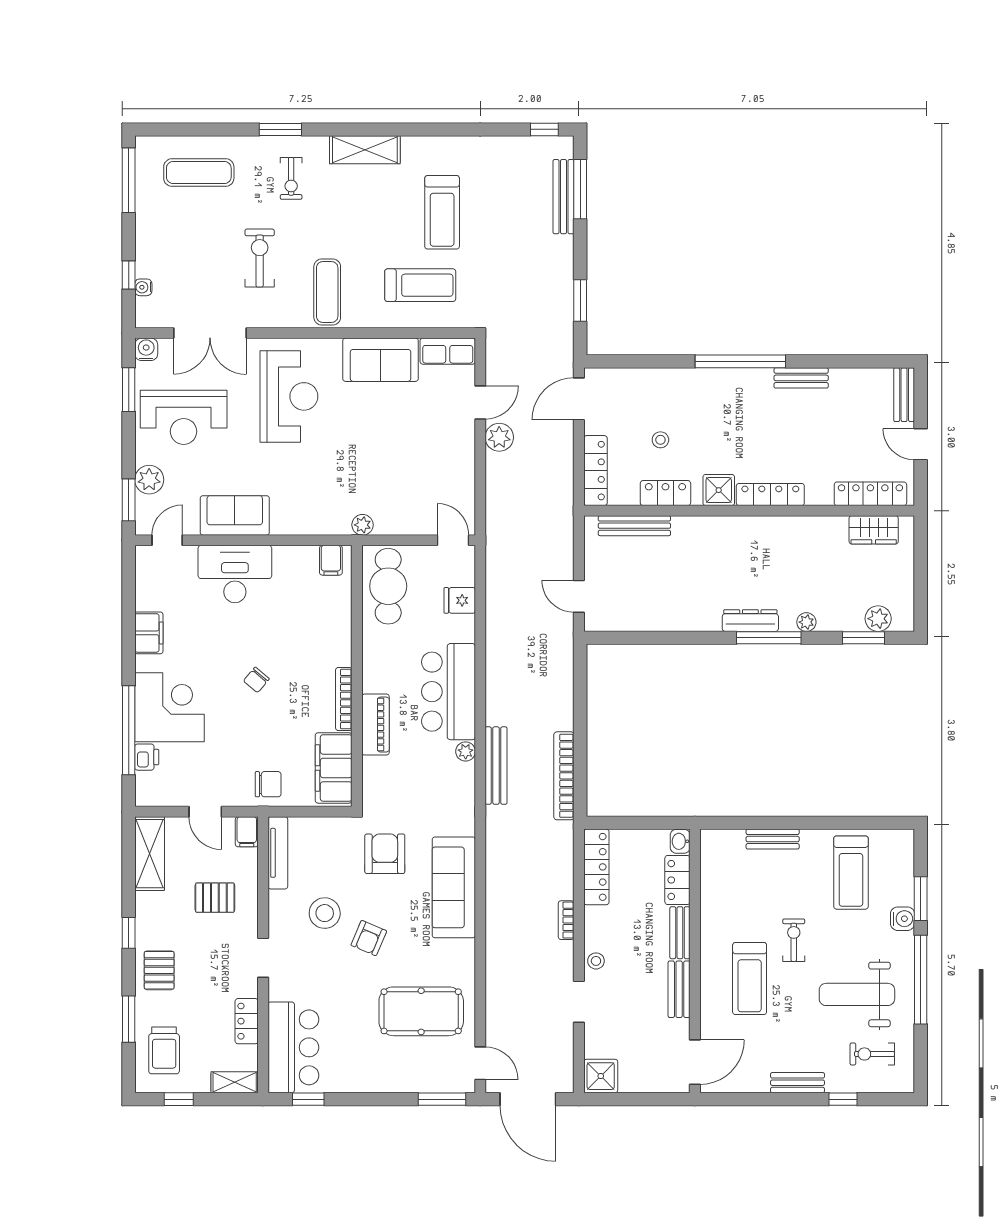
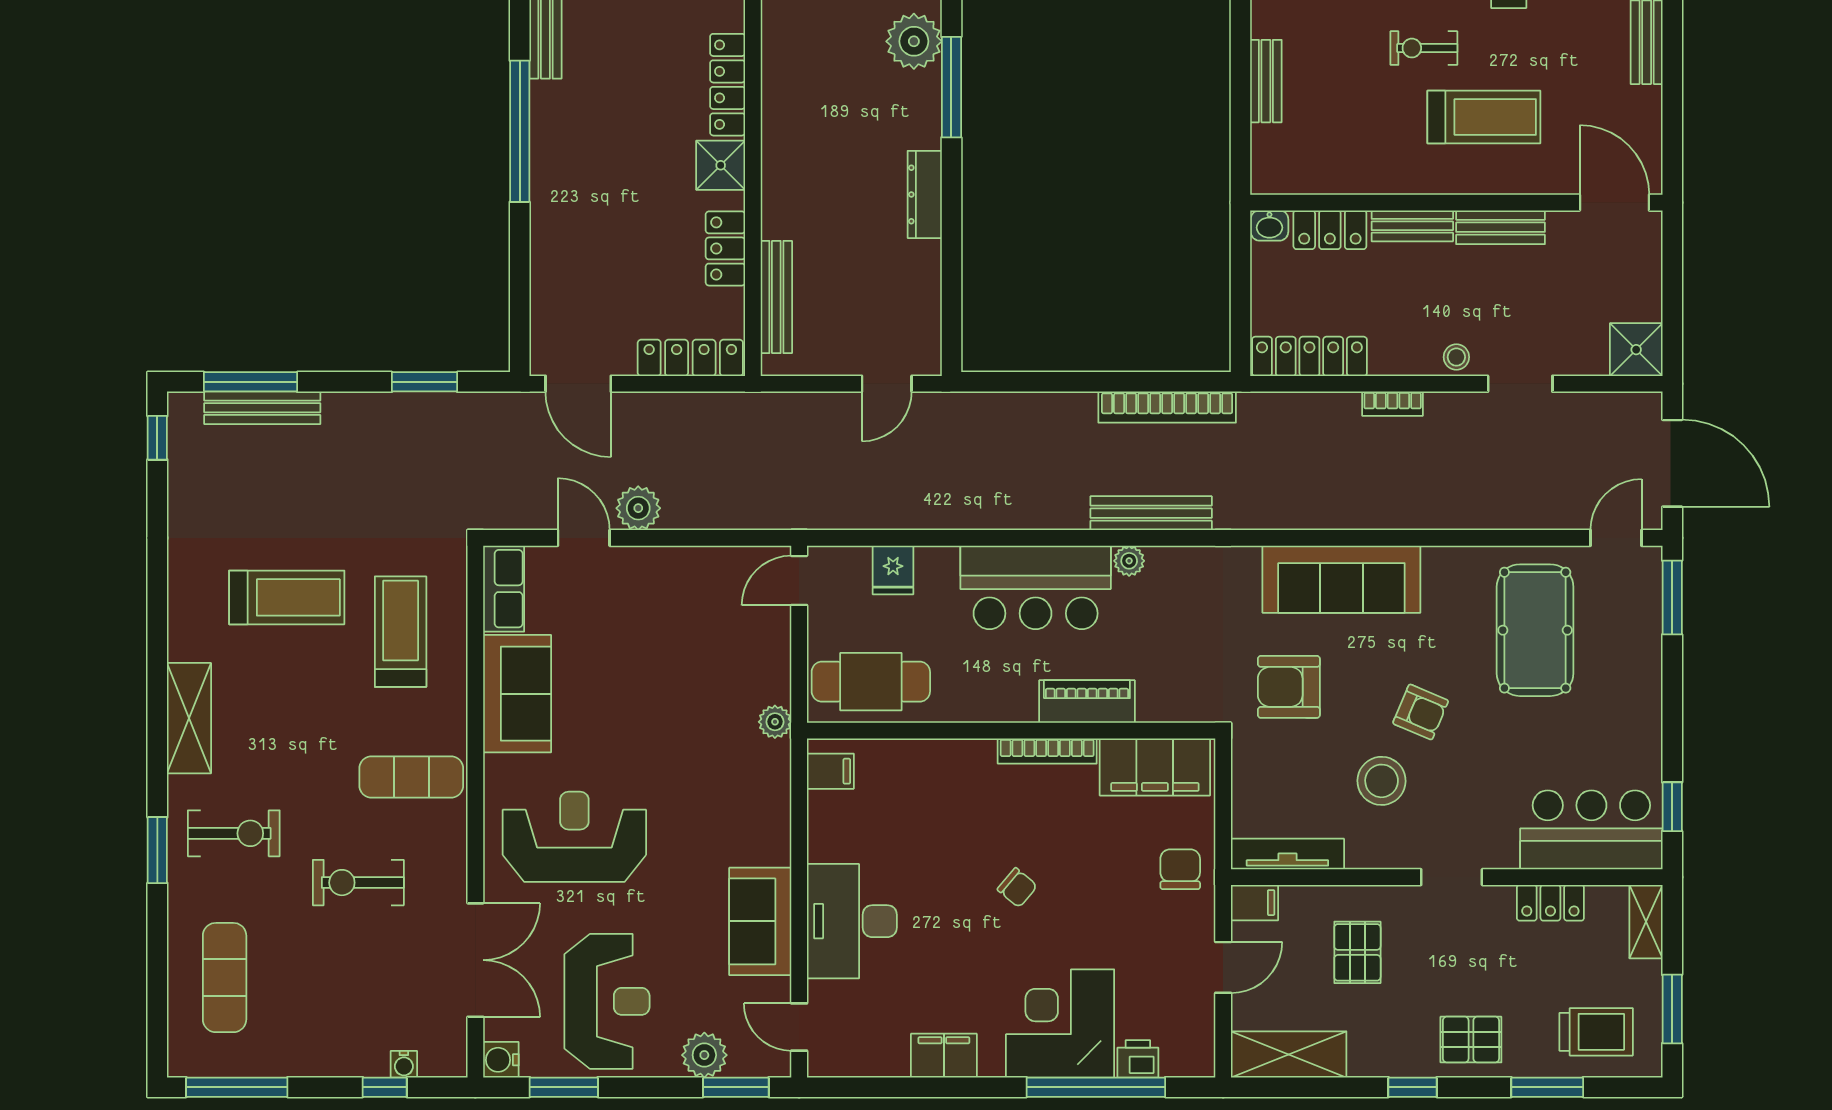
exercise bike: (291, 178) -> (234, 833), width x1.38, depth x1.39
stool: (660, 440) -> (642, 256), removed
dresser: (750, 621) -> (925, 194), moved
plant: (806, 622) -> (914, 41), width x1.88, depth x1.88
window: (179, 1099) -> (1672, 1009), width x1.50
door: (528, 1099) -> (1672, 463), hinge flipped

